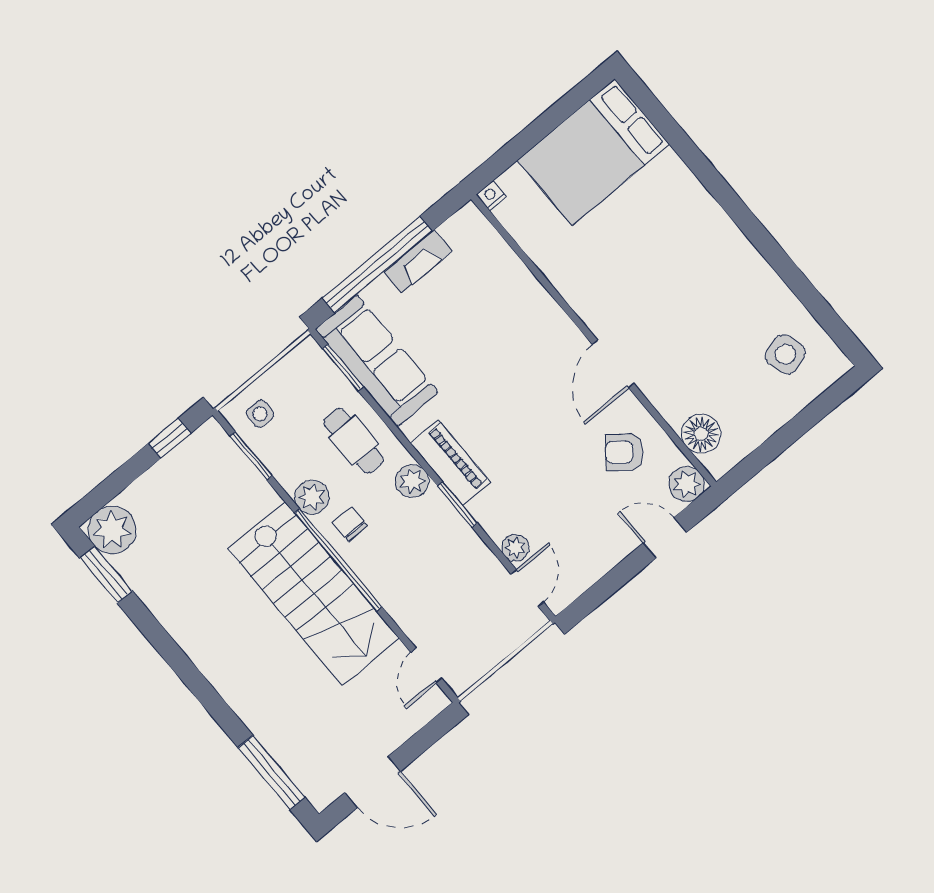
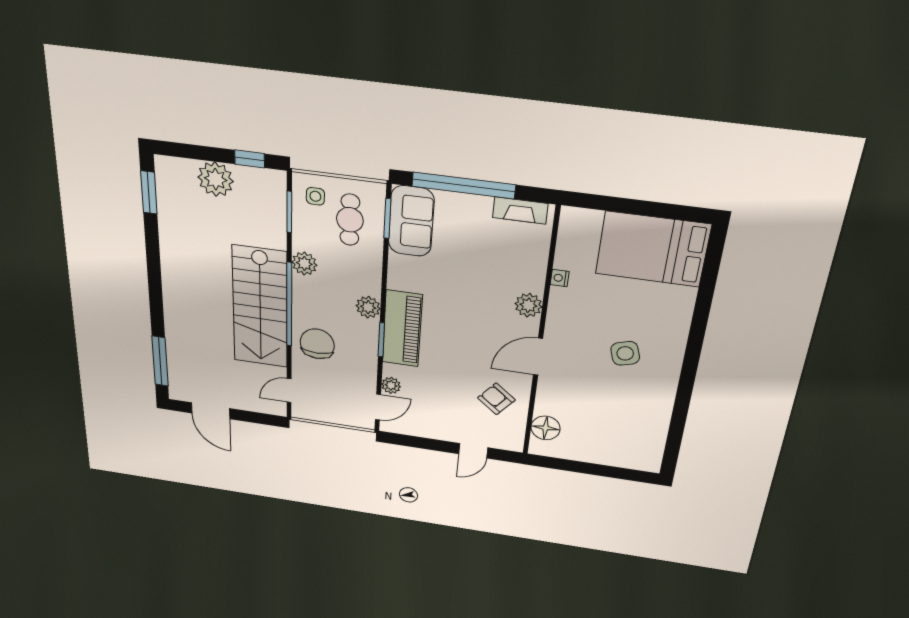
nightstand: (491, 196) -> (560, 278), moved, turned -90
fireplace: (418, 261) -> (520, 211), moved
side table: (785, 354) -> (625, 353), moved
sofa: (377, 361) -> (411, 221), width x0.73
cafe table: (354, 441) -> (350, 220), moved
piano: (450, 463) -> (402, 329), width x1.37, depth x1.33
plant: (687, 484) -> (528, 305), moved
chair: (350, 524) -> (317, 344), moved, width x1.87, depth x1.87
plant: (112, 530) -> (216, 179), moved
door: (665, 538) -> (473, 451), swing flipped

